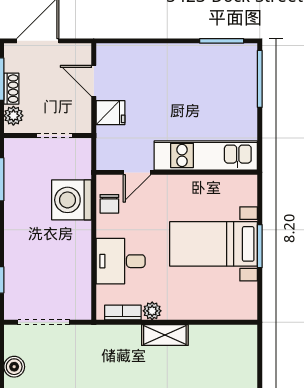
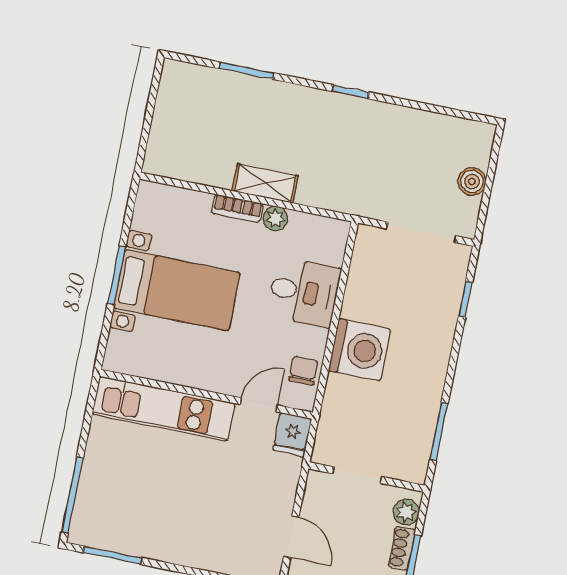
fridge: (110, 113) -> (292, 434), moved, turned -90
washing machine: (71, 200) -> (359, 350), moved
bookcase: (123, 313) -> (237, 208), moved

